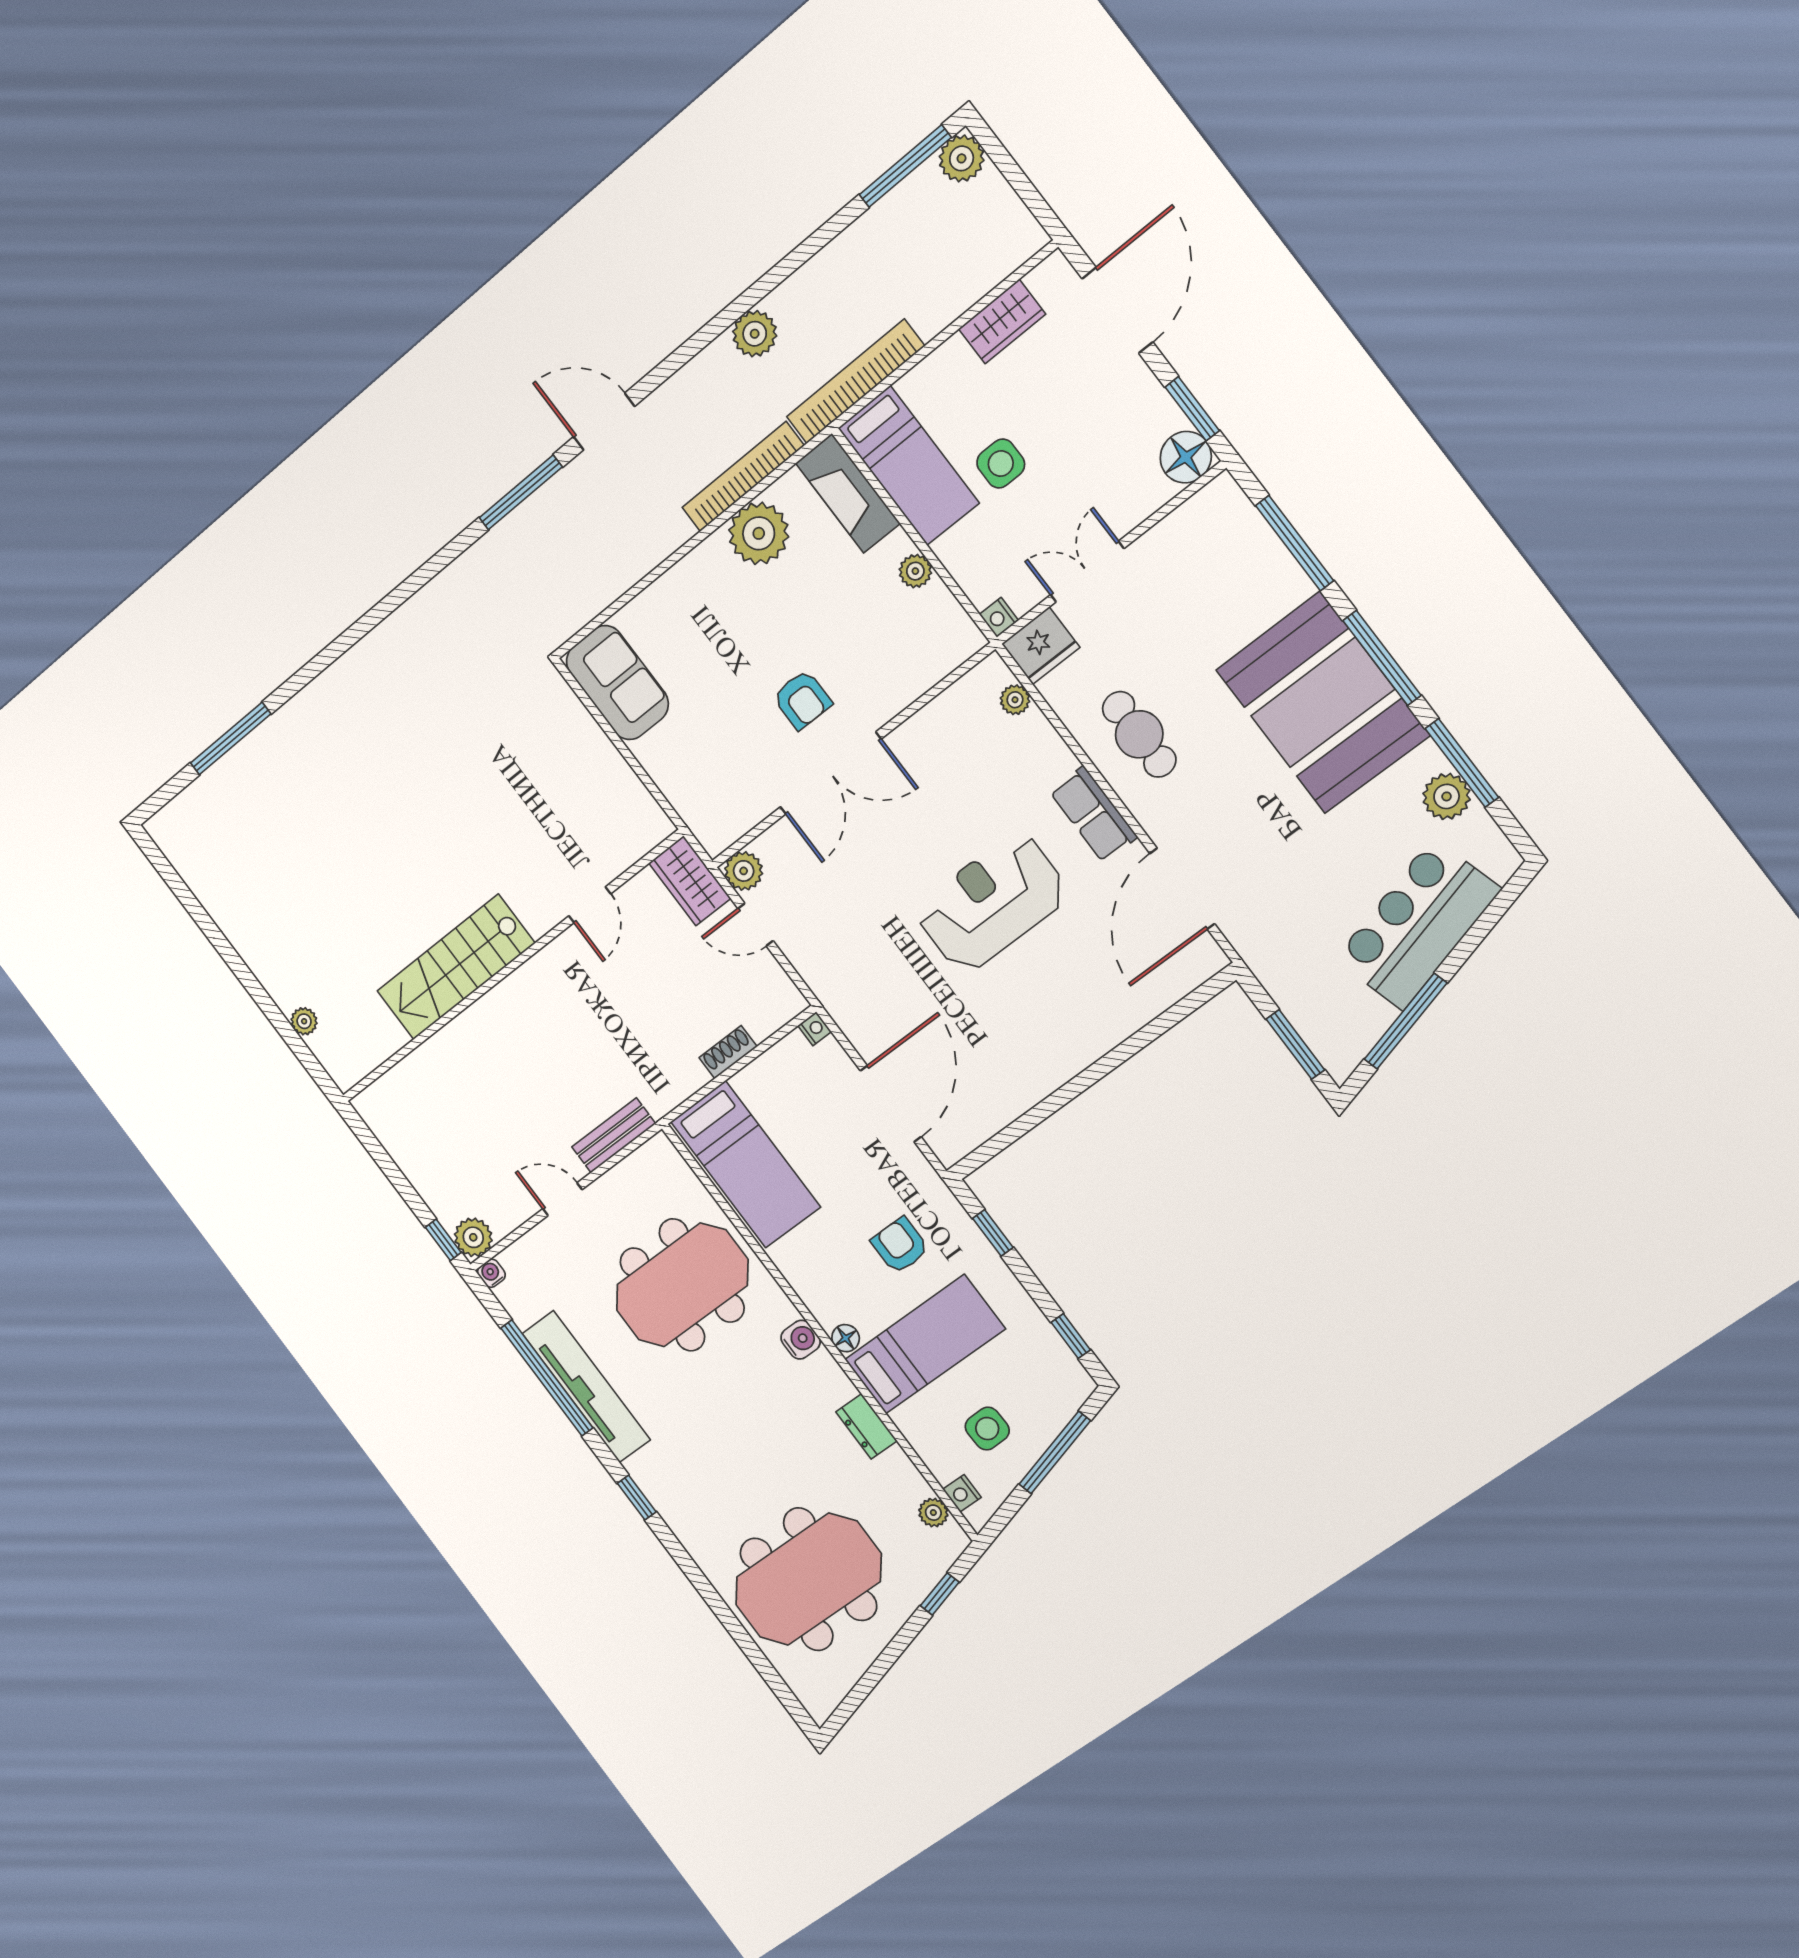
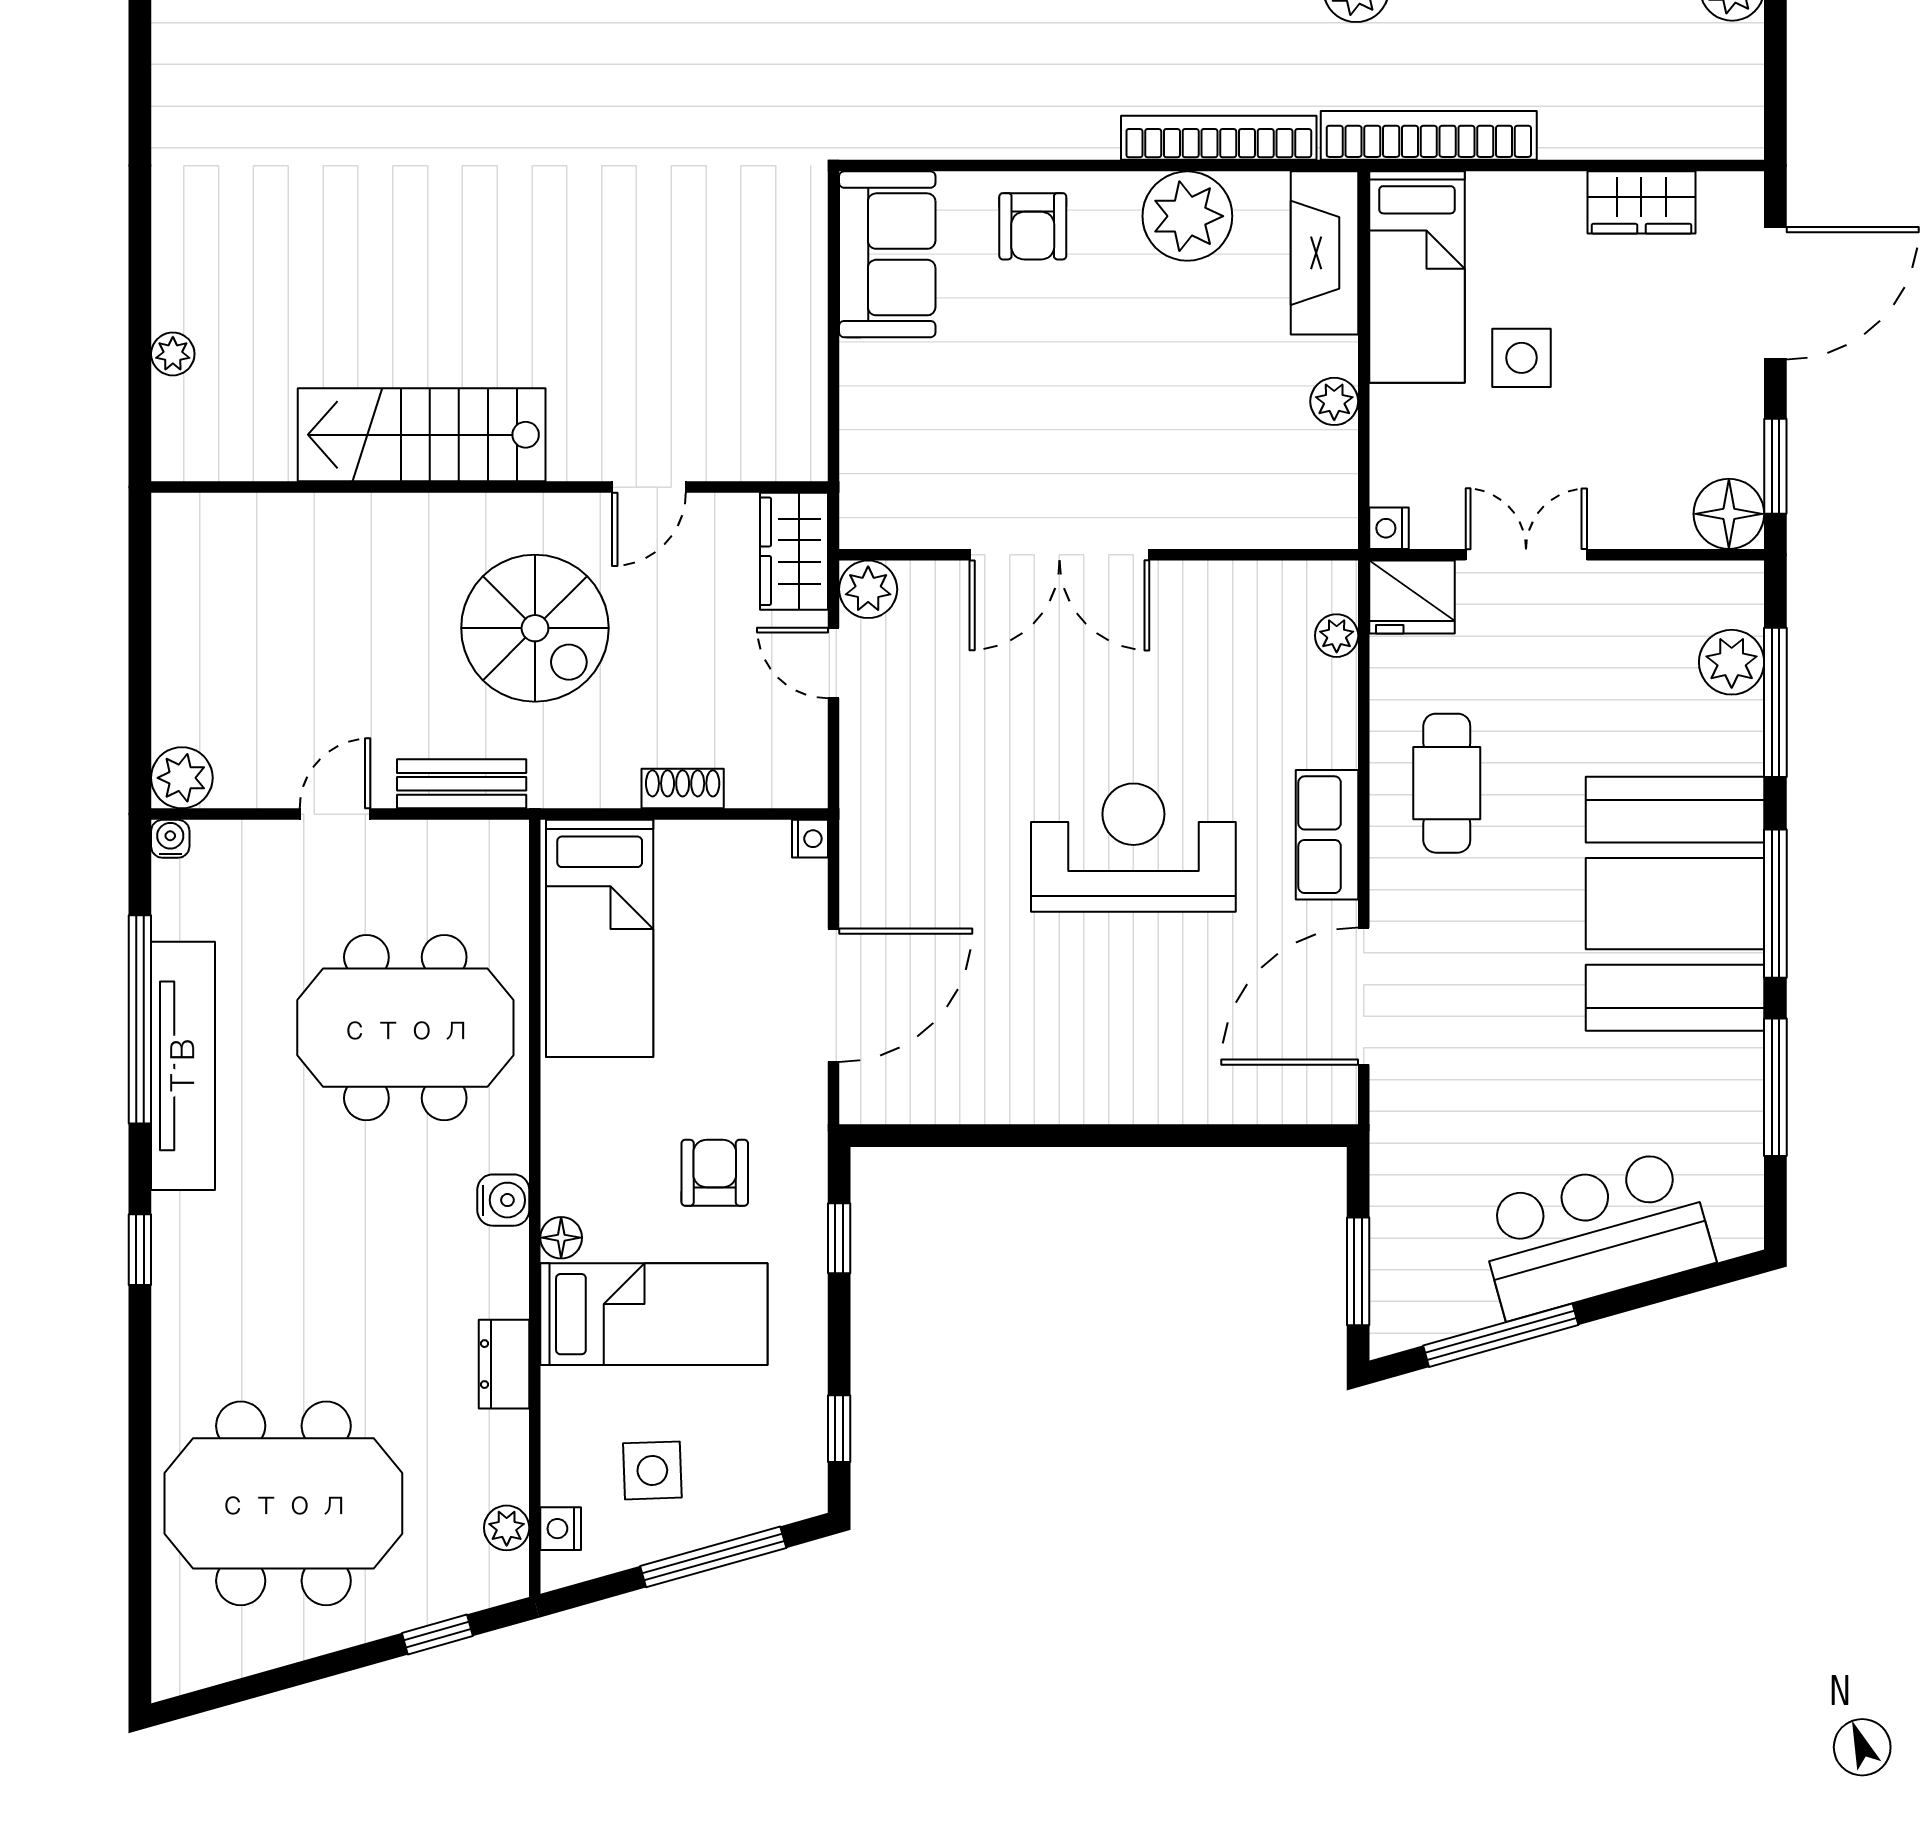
armchair: (802, 700) -> (1033, 226), moved
plant: (1447, 796) -> (1732, 662), moved
spiral stairs: (589, 1025) -> (535, 628), added
door: (563, 1199) -> (335, 814), hinge flipped
window: (443, 1240) -> (140, 753), removed

